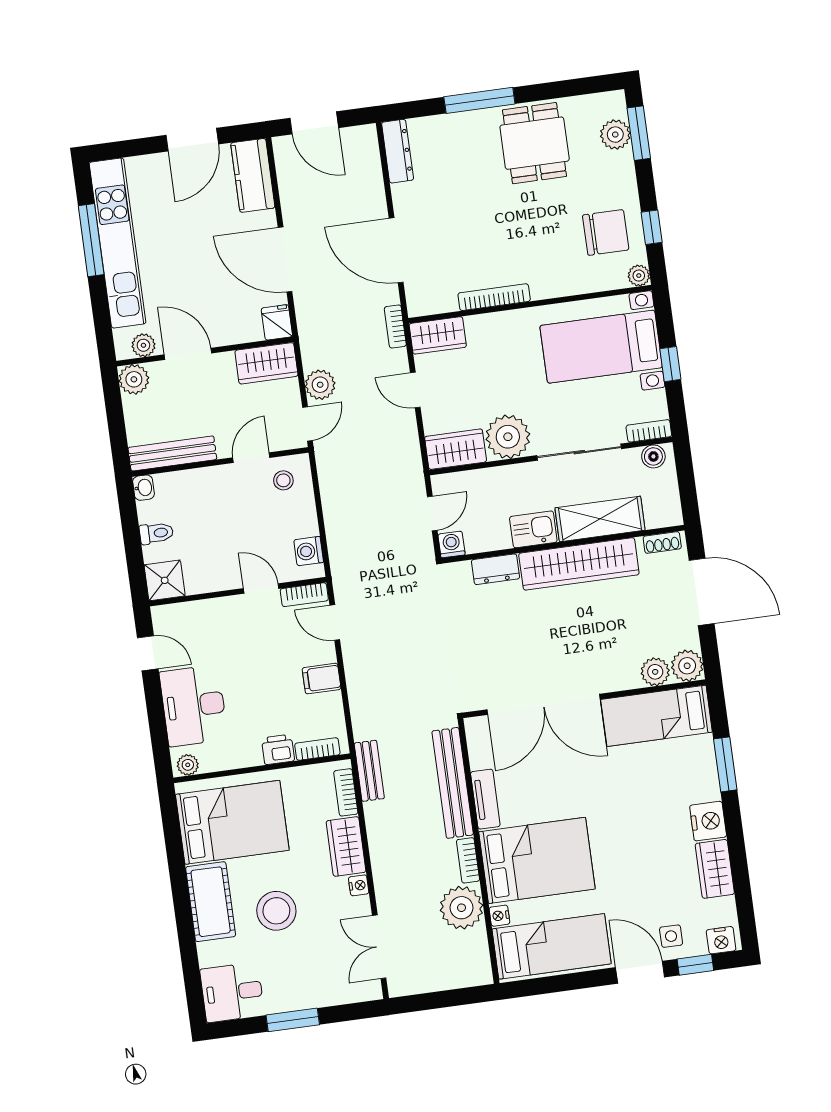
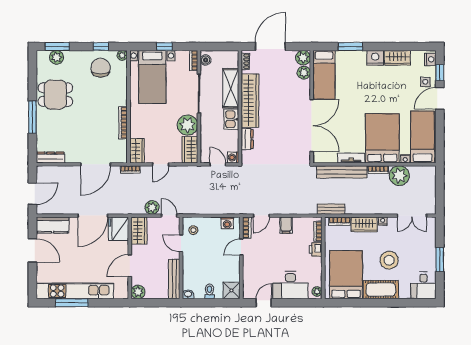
fridge: (277, 322) -> (118, 229), width x1.88, depth x1.34
plant: (143, 345) -> (123, 285), removed

